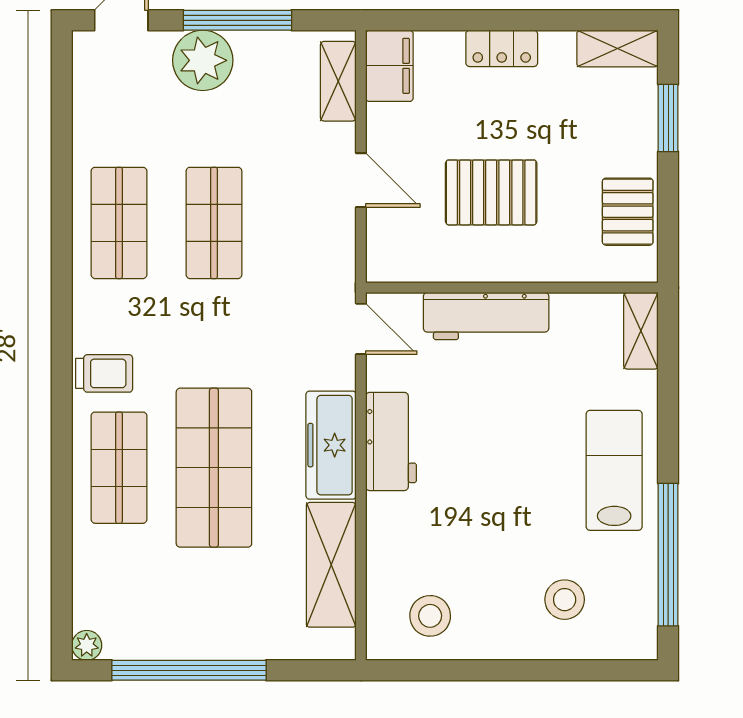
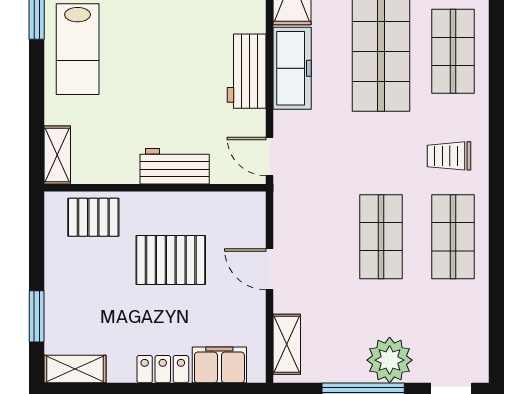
filing cabinet: (389, 66) -> (219, 365), moved, turned 90
pallet: (628, 212) -> (93, 217), moved, turned 90
workbench: (486, 316) -> (175, 166), width x0.73
trolley: (104, 373) -> (449, 156), moved

